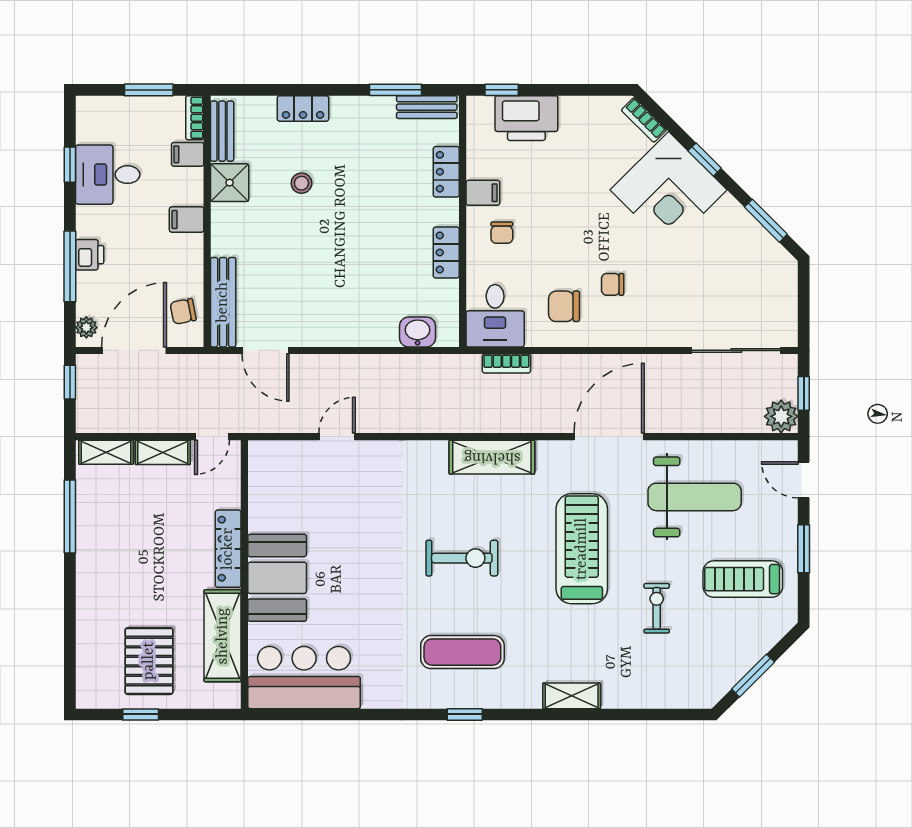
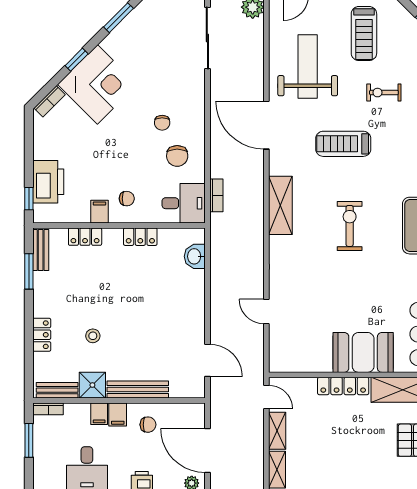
filing cabinet: (188, 154) -> (99, 414), moved
bench: (223, 302) -> (138, 389), moved
chair: (183, 311) -> (148, 425), moved, turned -79
door: (266, 350) -> (207, 360), hinge flipped
treadmill: (582, 549) -> (343, 144), width x0.73, depth x0.73

